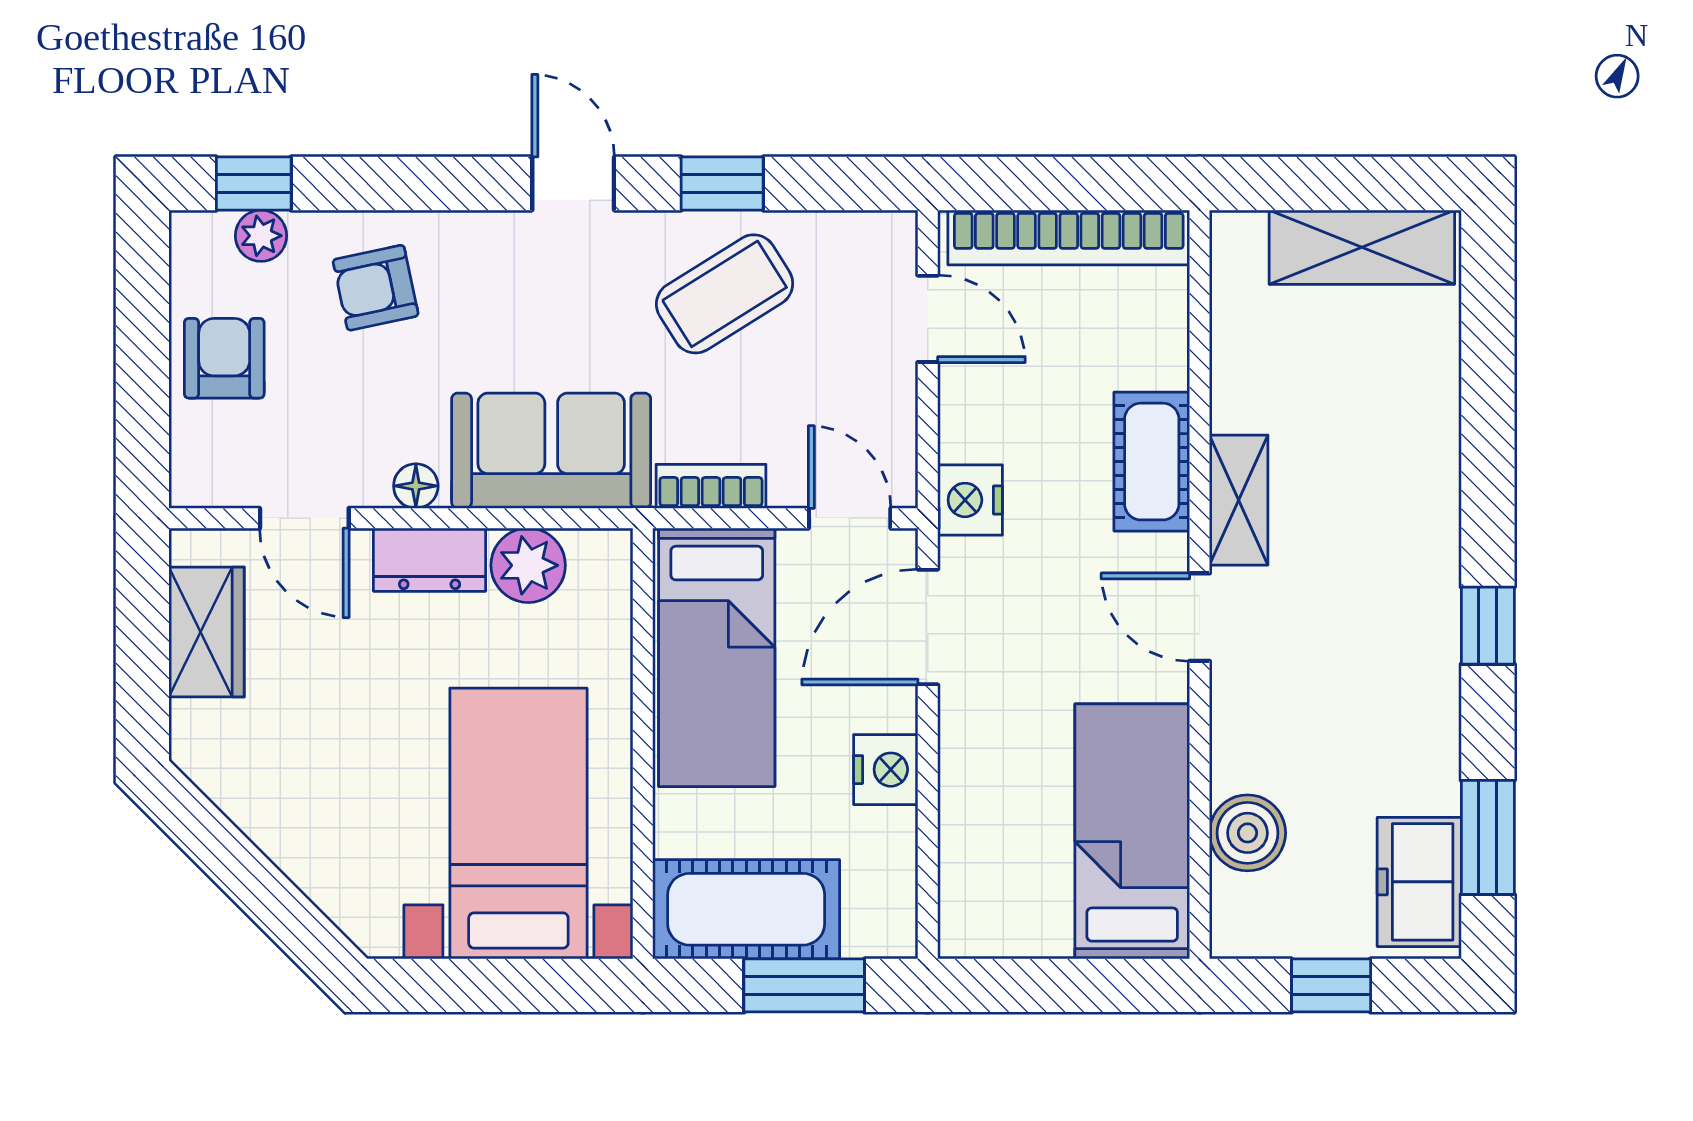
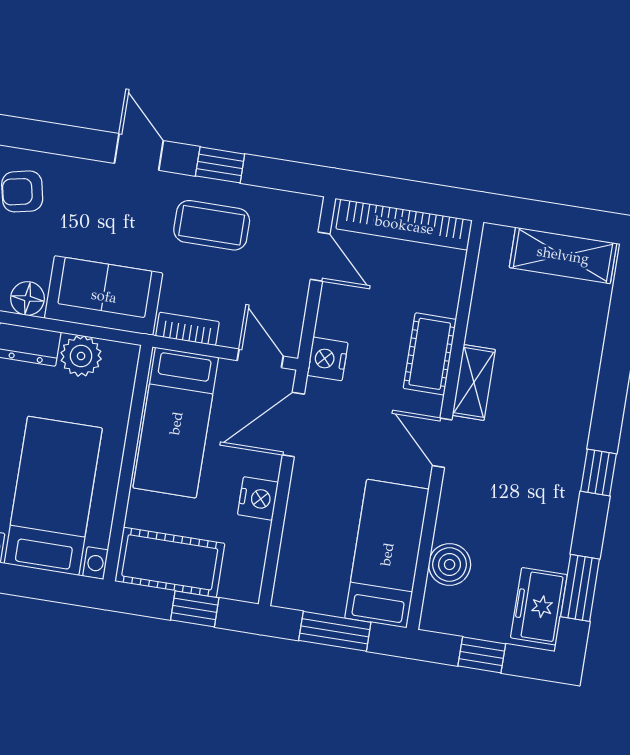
coffee table: (725, 294) -> (212, 225), turned 32
floor lamp: (416, 486) -> (27, 298), width x1.37, depth x1.37
window: (804, 985) -> (195, 609), width x0.67
window: (1061, 985) -> (335, 631), added

